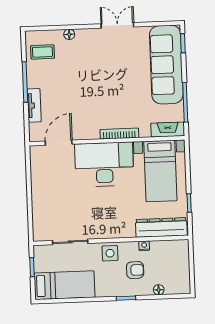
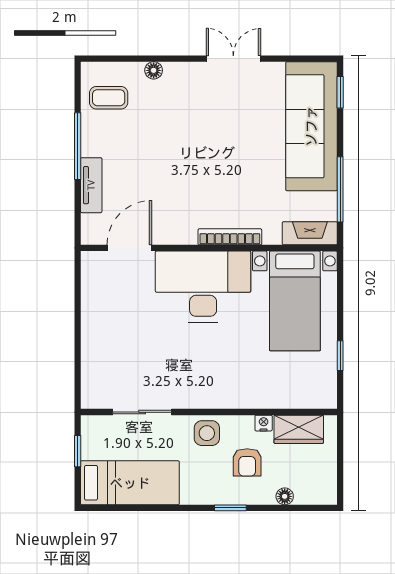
dresser: (161, 227) -> (293, 394), removed
wardrobe: (166, 249) -> (299, 429), added
armchair: (135, 270) -> (247, 462), turned 90

